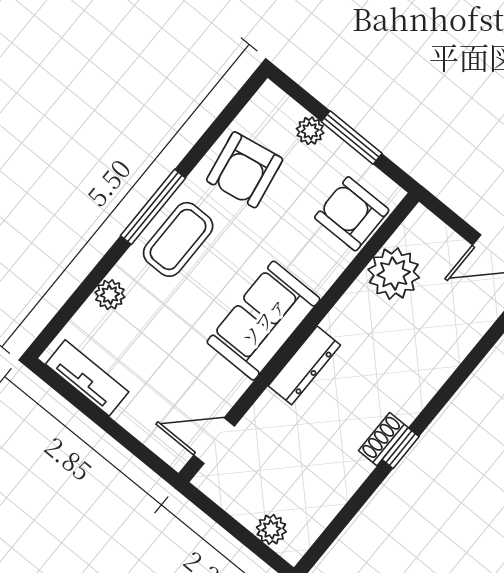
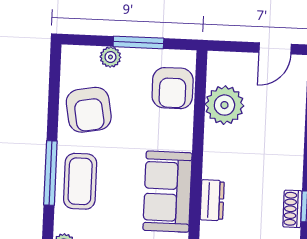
armchair: (352, 214) -> (173, 88), turned -90
dresser: (304, 365) -> (212, 200), width x0.70

